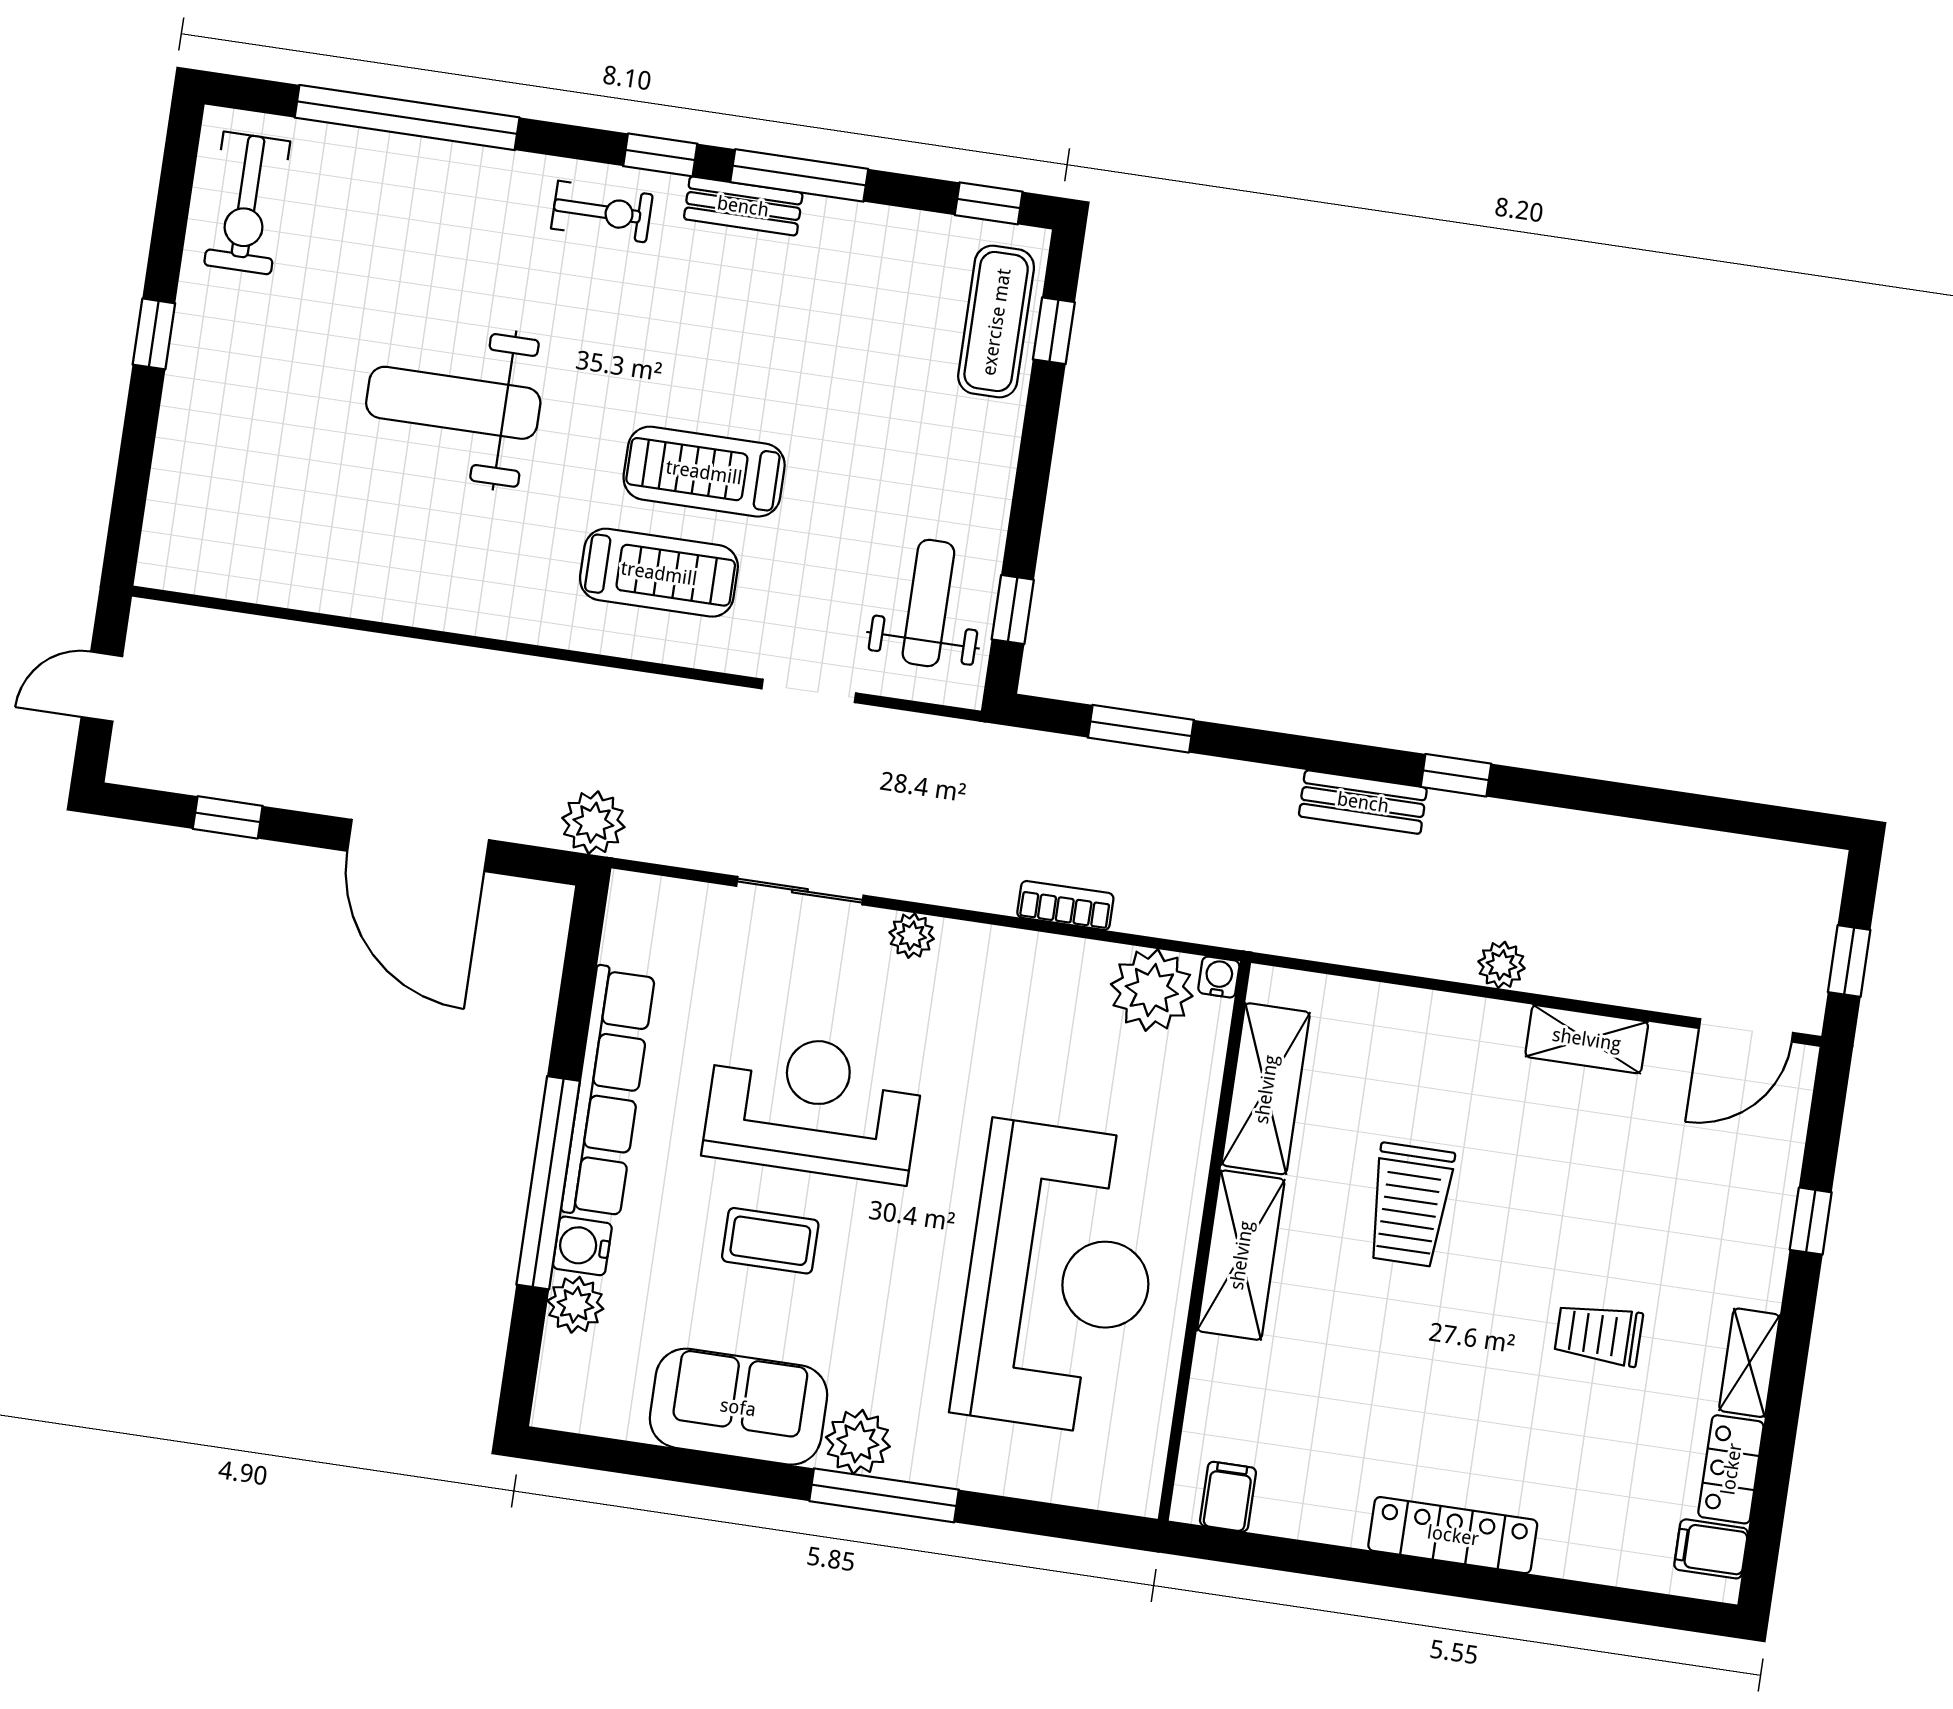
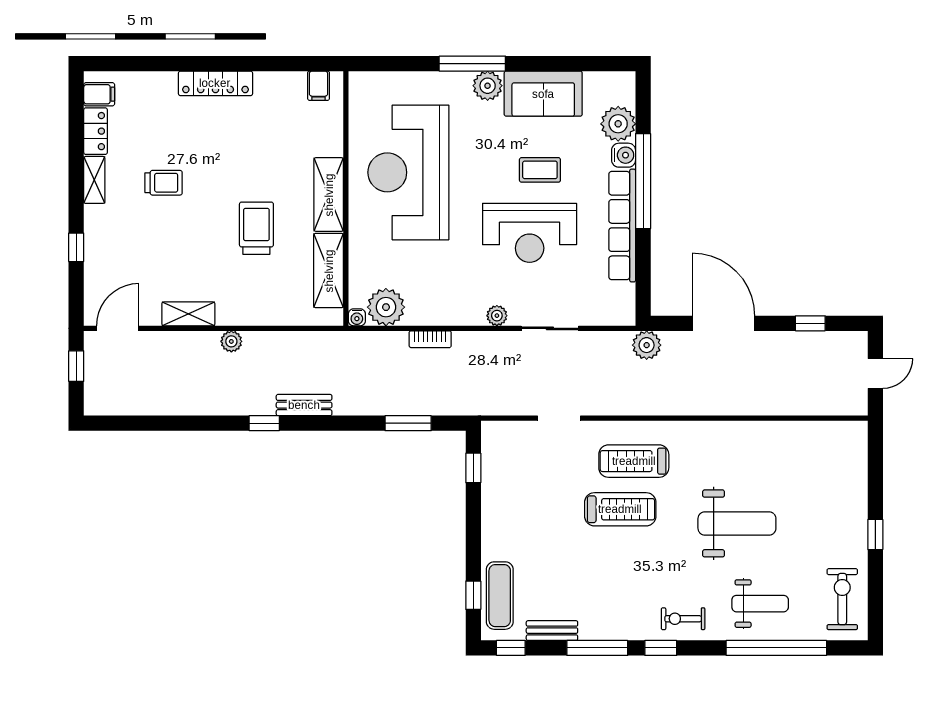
bench: (743, 206) -> (552, 631), moved
weight bench: (928, 603) -> (760, 604), moved, turned -90
plant: (575, 1305) -> (618, 124), width x1.36, depth x1.36

